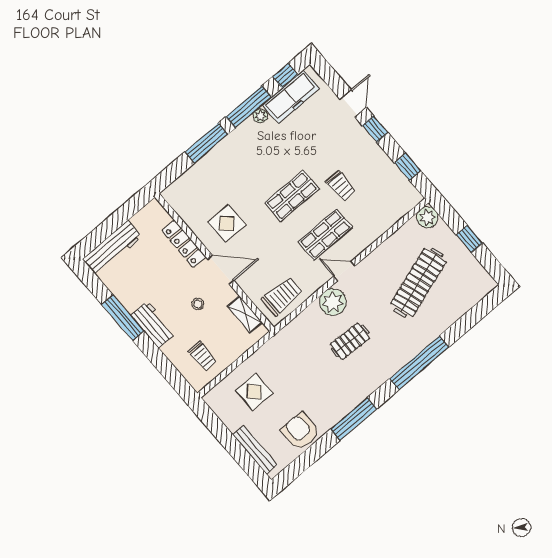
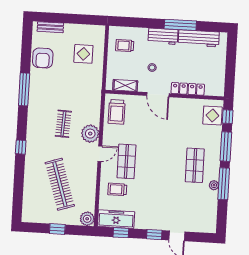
window: (285, 76) -> (228, 117), moved
freezer: (291, 97) -> (116, 219), moved, turned 90
trolley: (341, 186) -> (117, 189), moved
shop shelf: (292, 196) -> (195, 165), moved
display table: (227, 224) -> (212, 115), moved
workbench: (112, 248) -> (199, 38), moved, turned -90
door: (221, 270) -> (158, 95), hinge flipped
window: (419, 363) -> (21, 147), width x0.32
armchair: (301, 431) -> (43, 58), turned 90
bench: (255, 450) -> (50, 27), width x0.73

